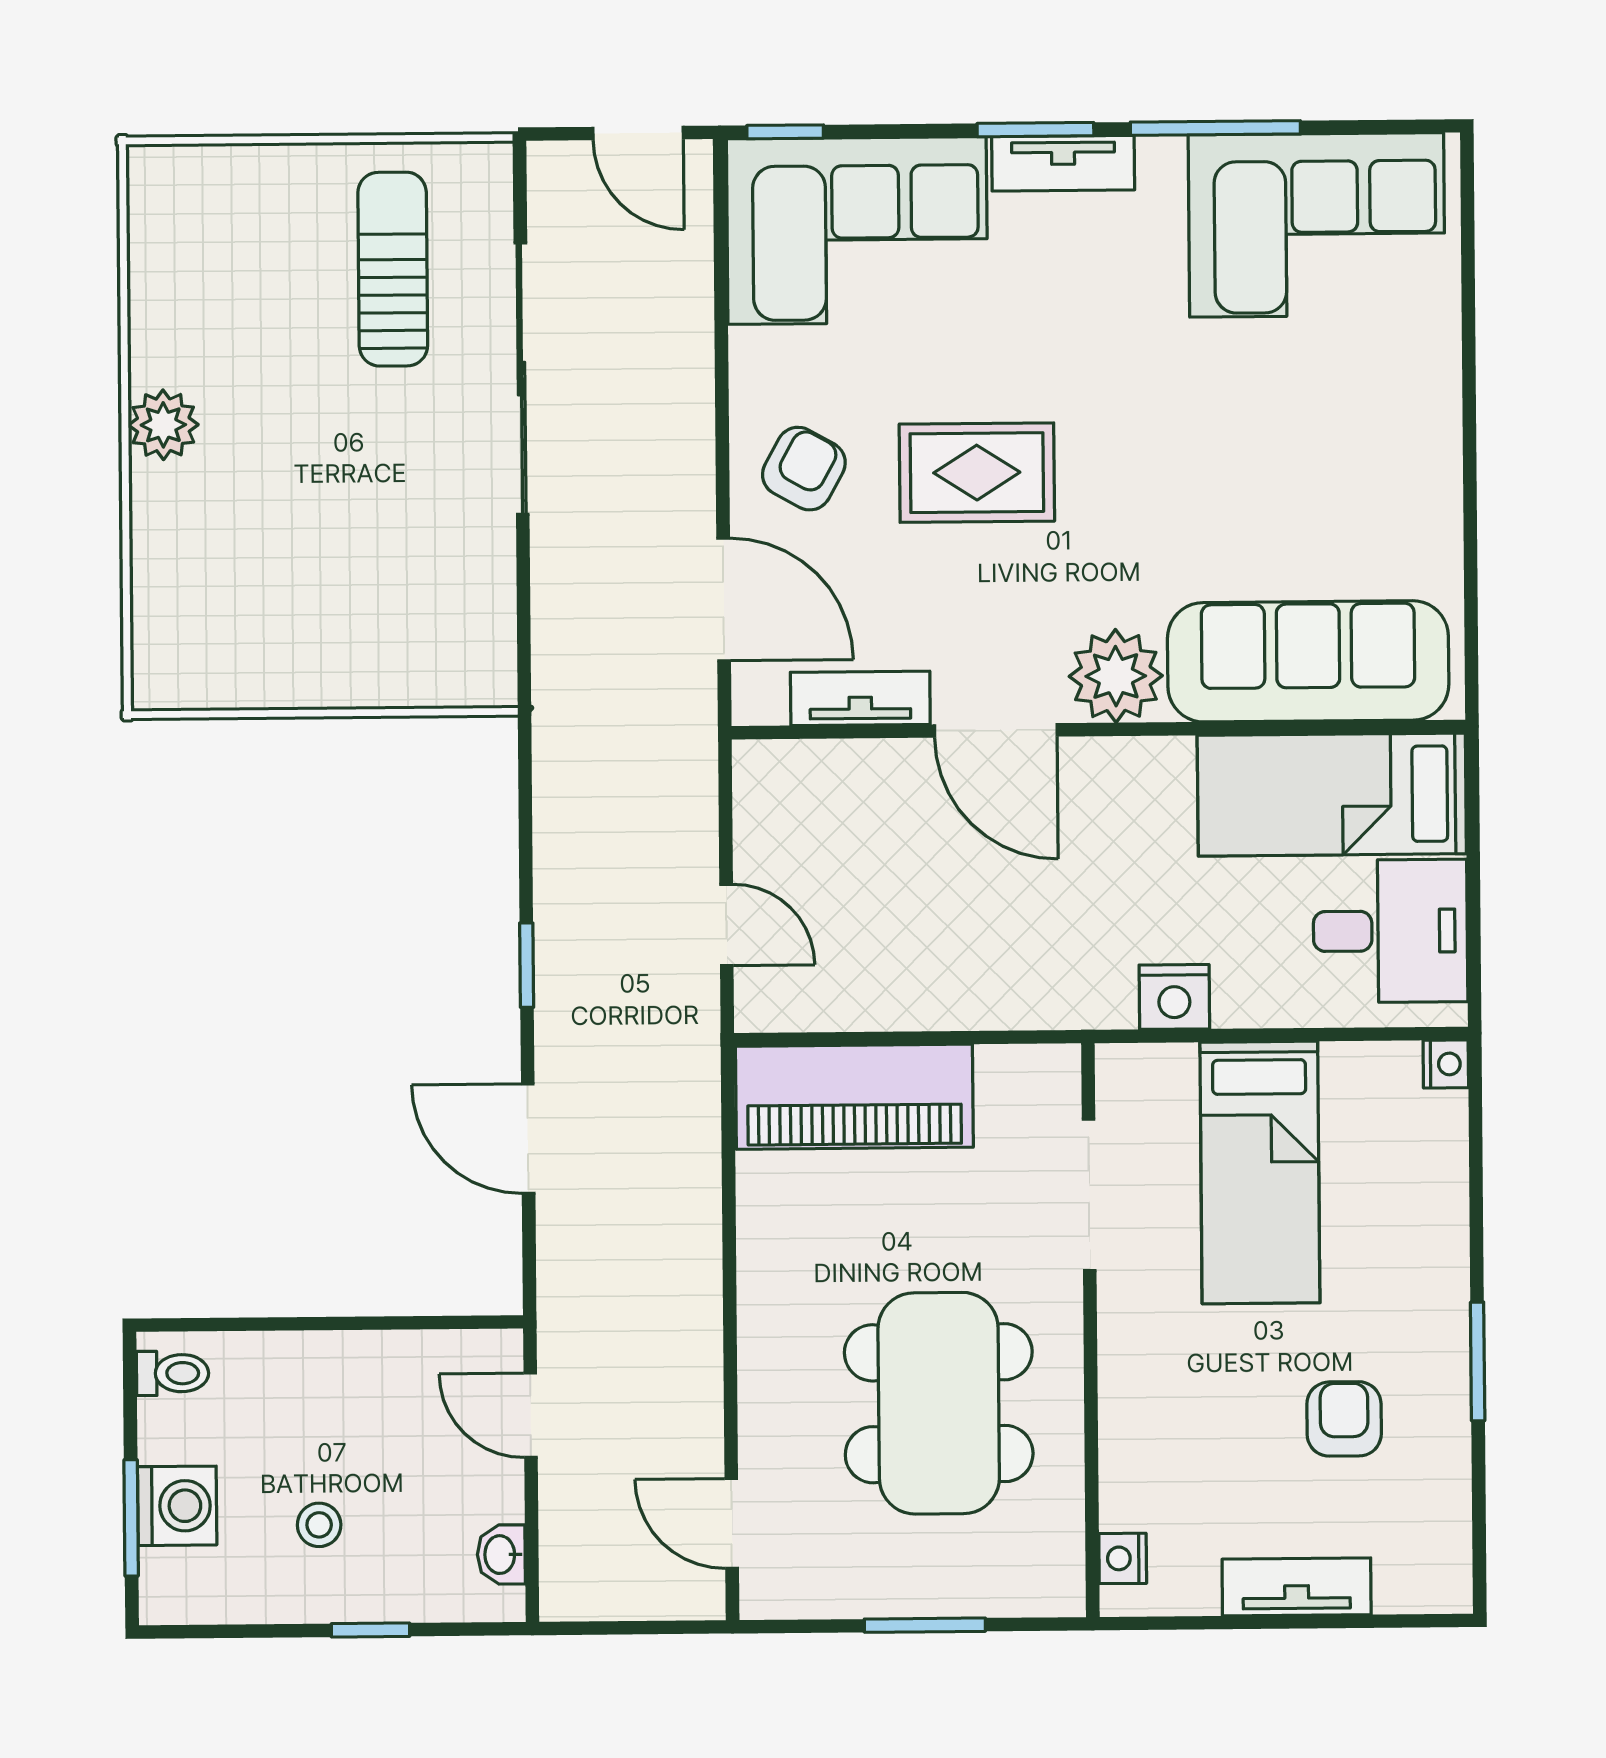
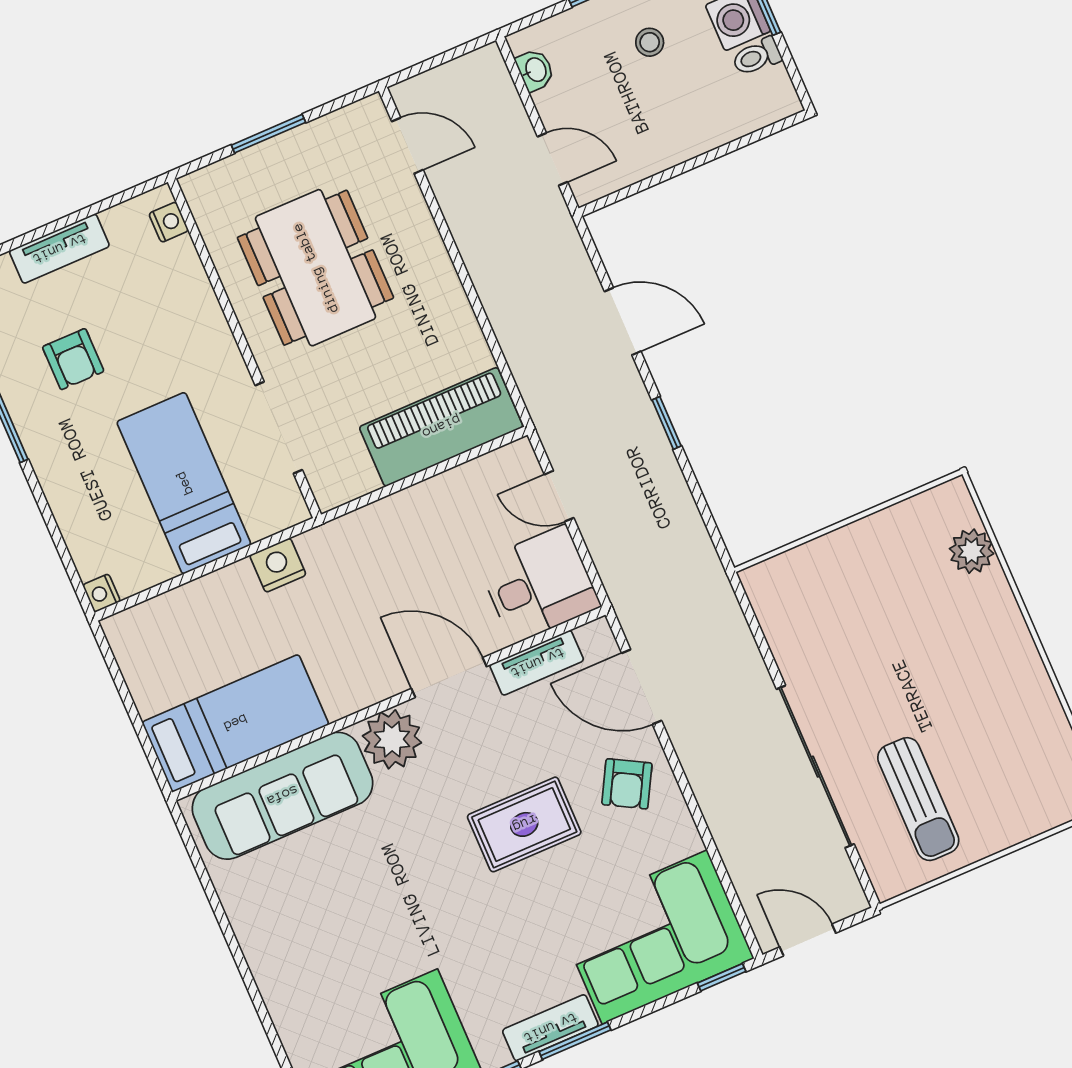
plant: (163, 425) -> (972, 551), moved
desk: (1390, 931) -> (539, 584), moved, turned 180
toilet: (173, 1373) -> (757, 56), moved

